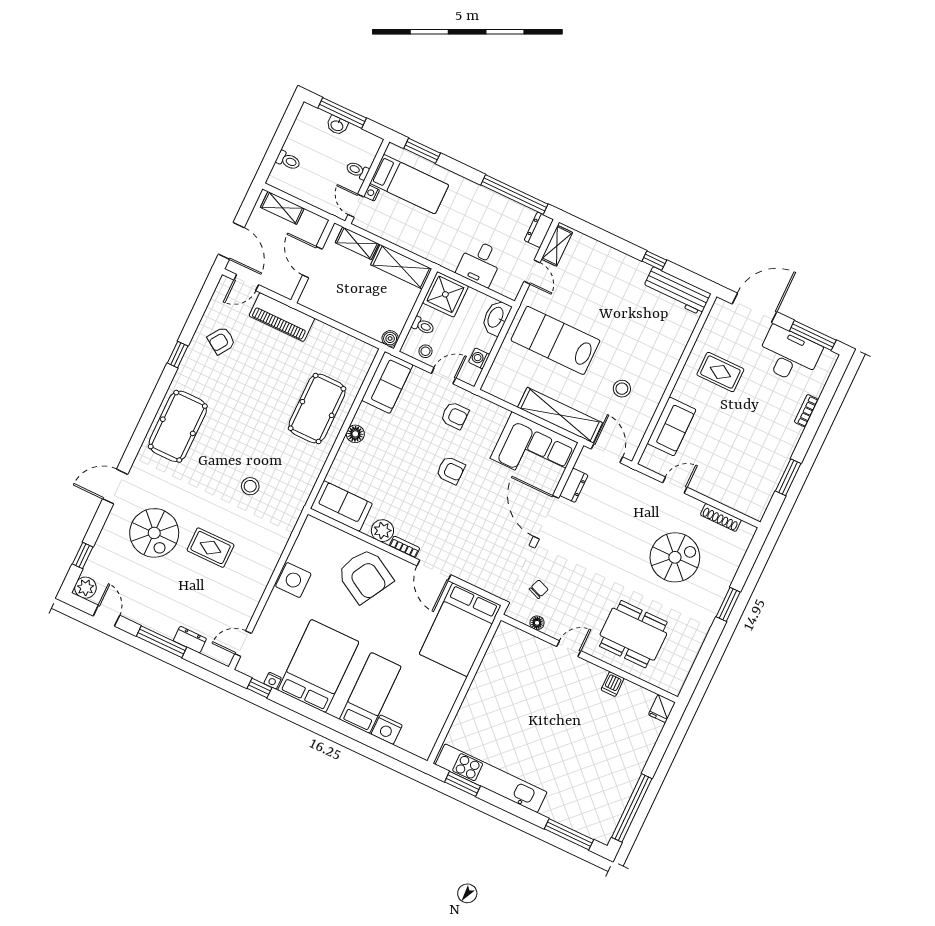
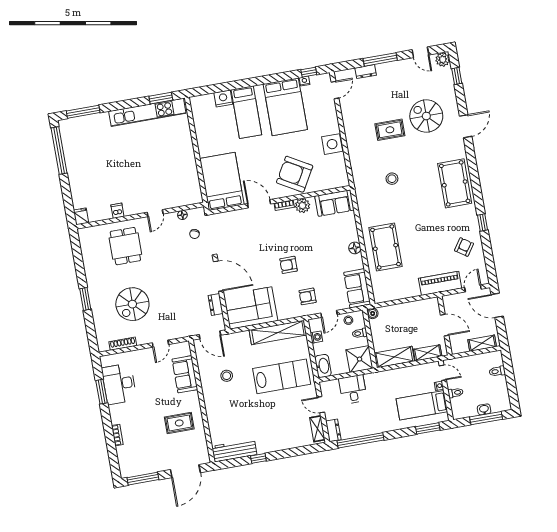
desk: (789, 355) -> (119, 384), moved, turned 90
shelving: (560, 415) -> (278, 332), moved
dining table: (633, 634) -> (125, 246), width x0.73

